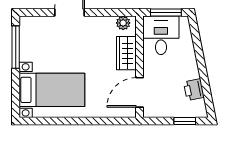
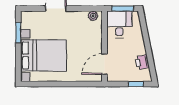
window: (16, 47) -> (18, 33), width x0.69
wardrobe: (126, 53) -> (95, 37), removed
bed with nightstands: (52, 90) -> (44, 55), width x1.36

